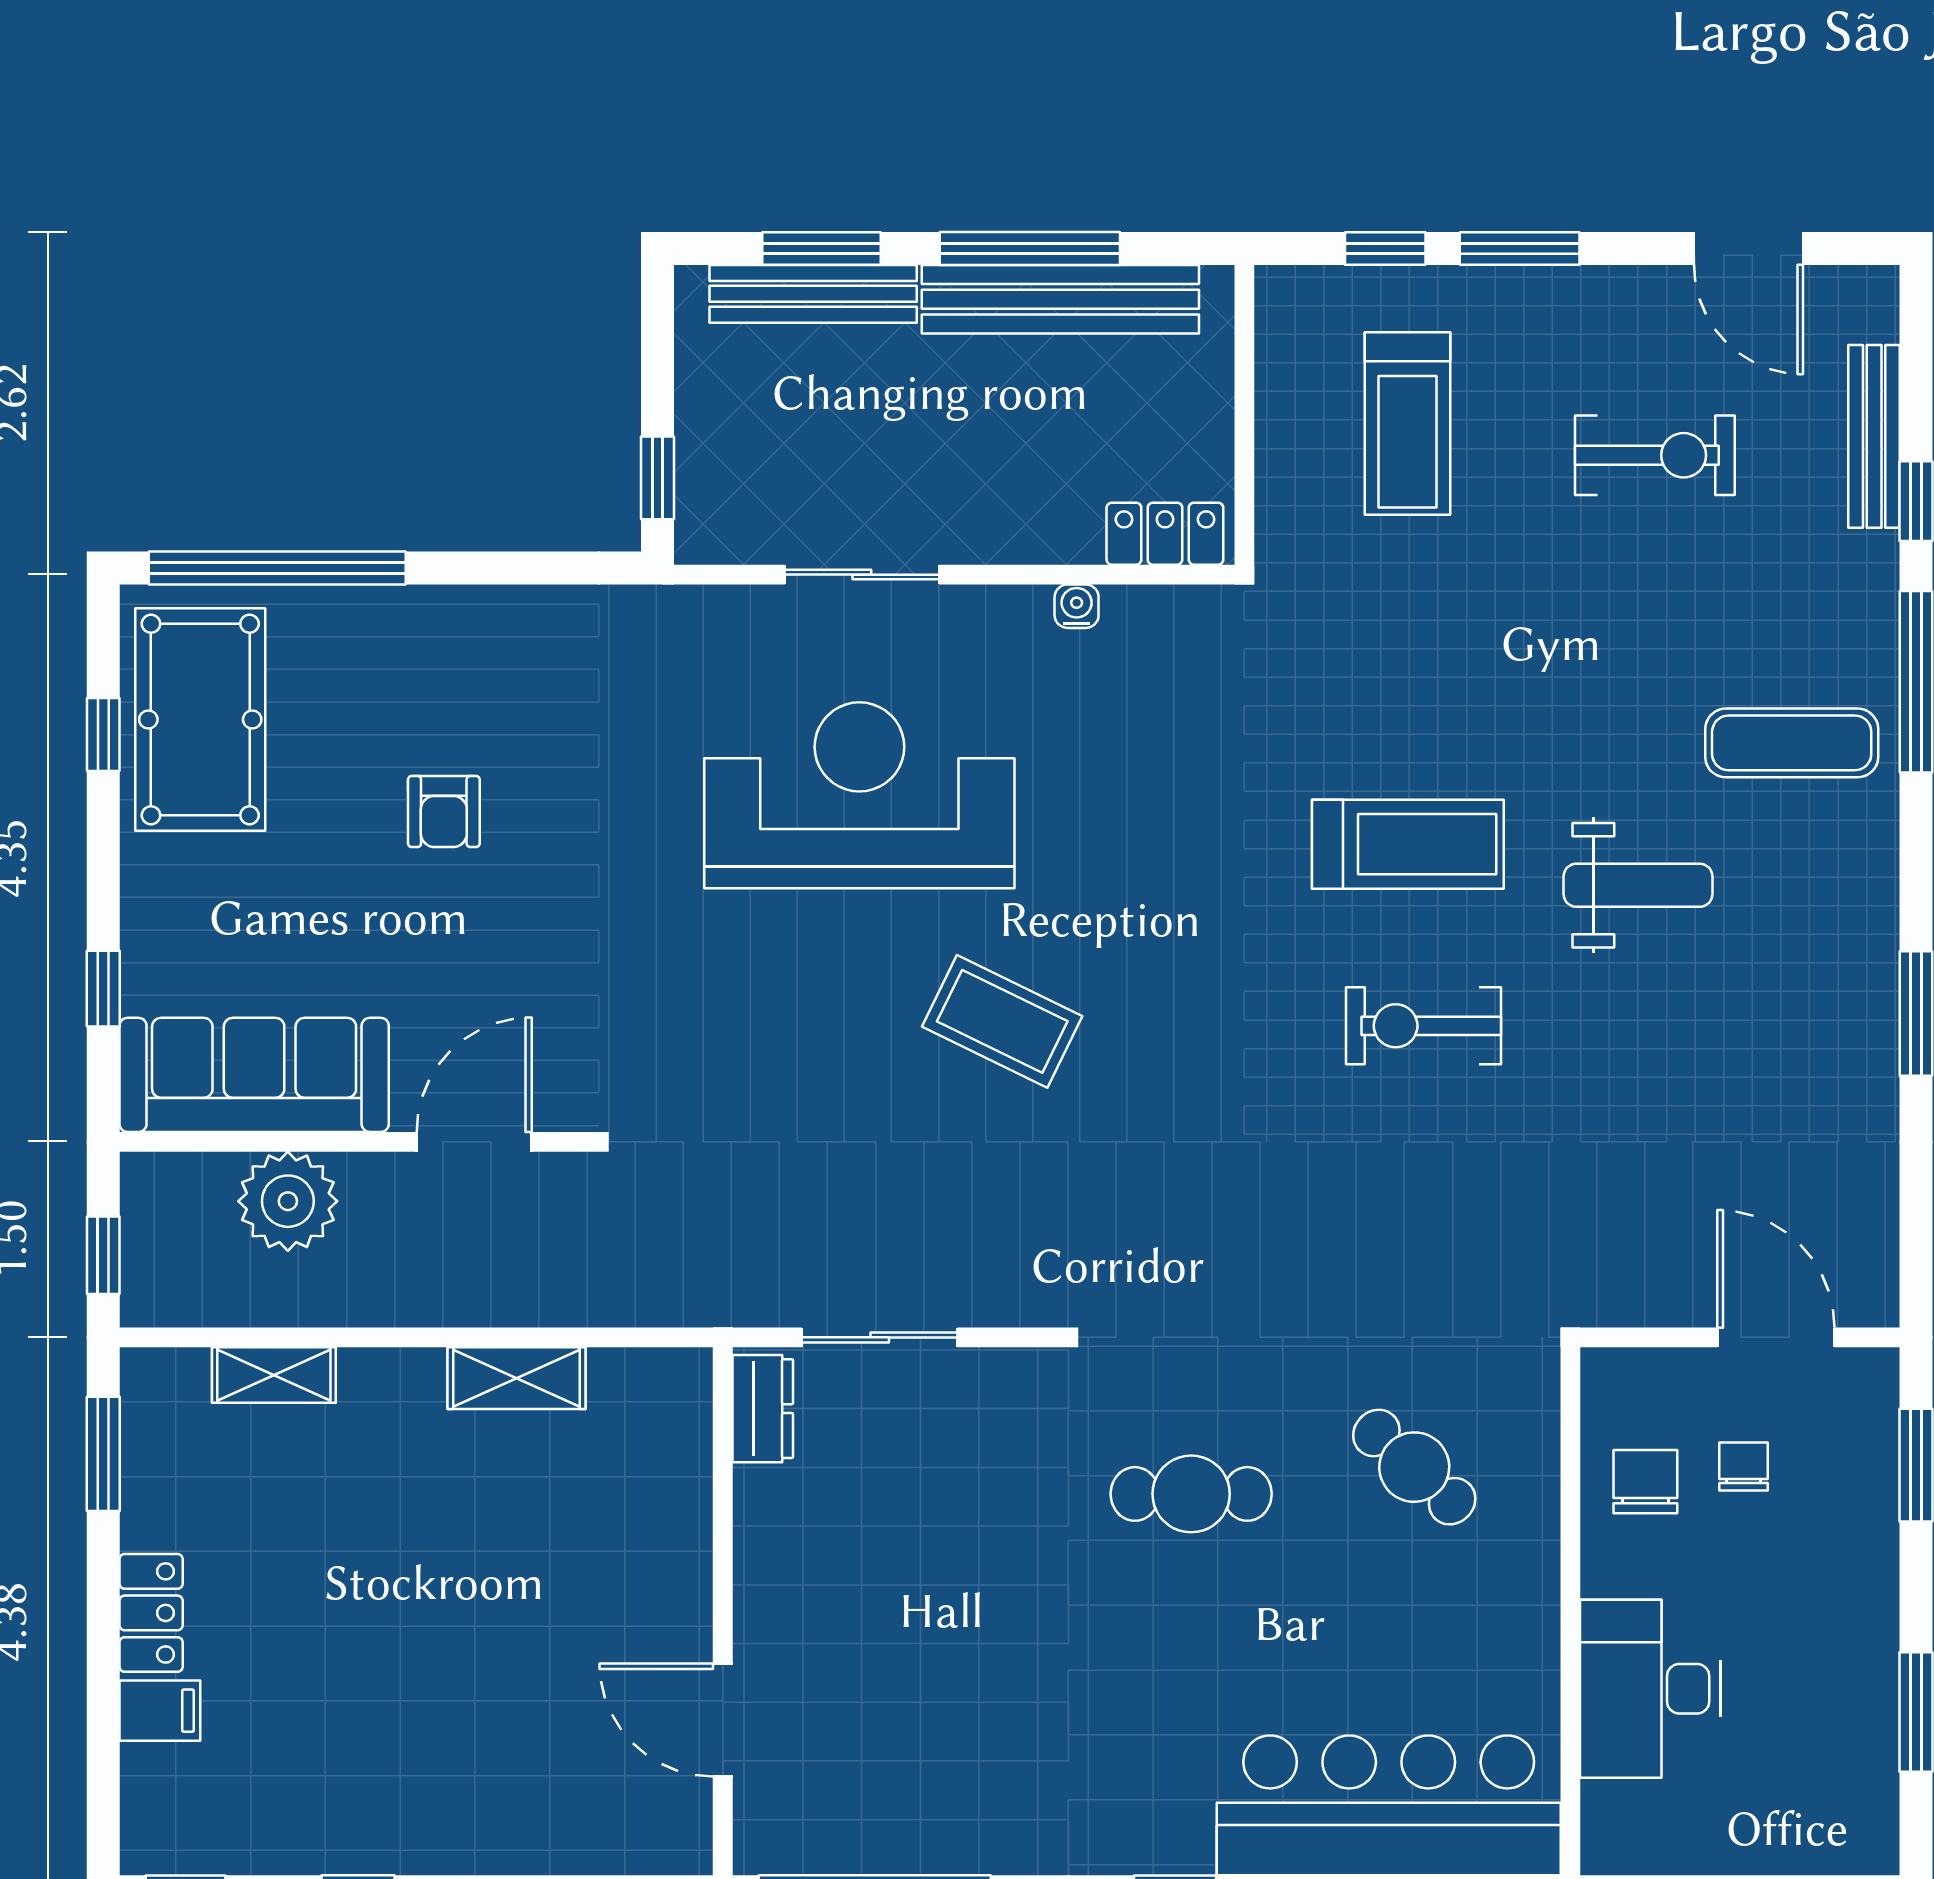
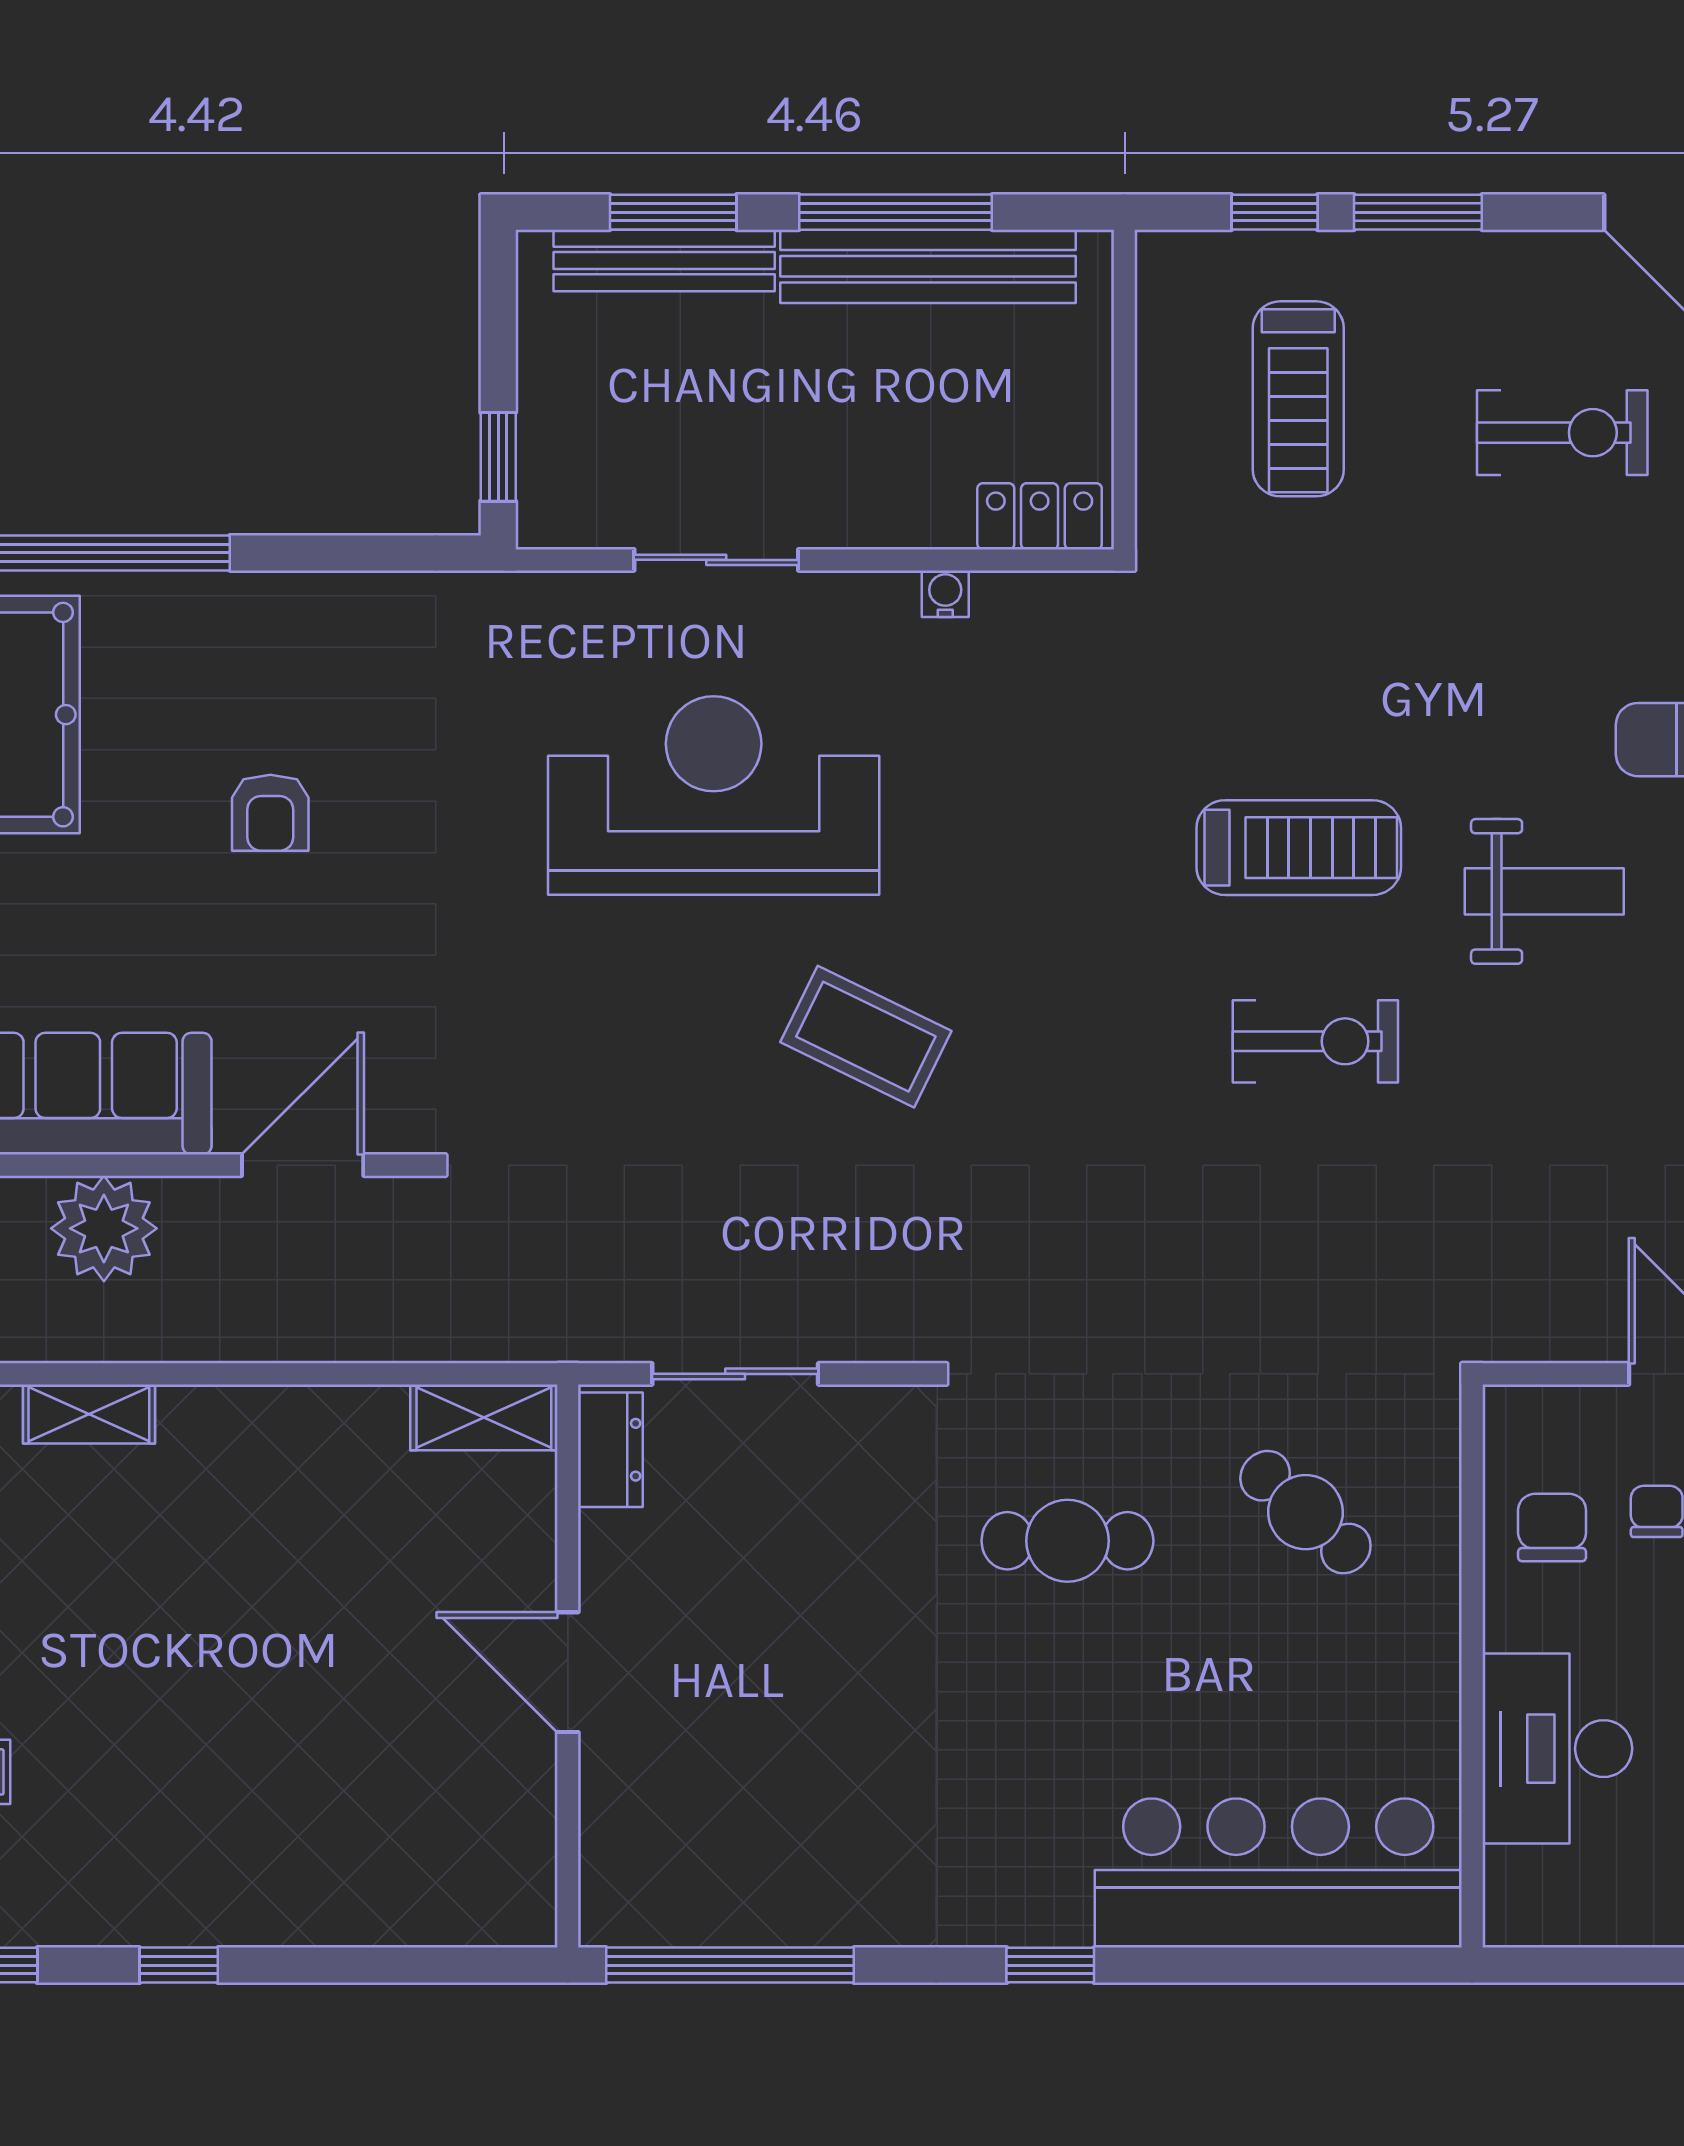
exercise bike: (1423, 1026) -> (1315, 1041), turned 180
shelving: (517, 1378) -> (484, 1417), moved
door: (723, 1720) -> (568, 1672), moved

